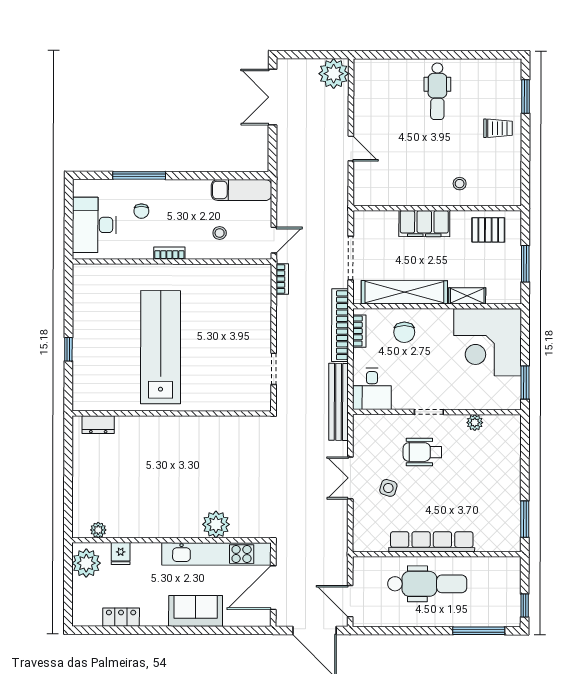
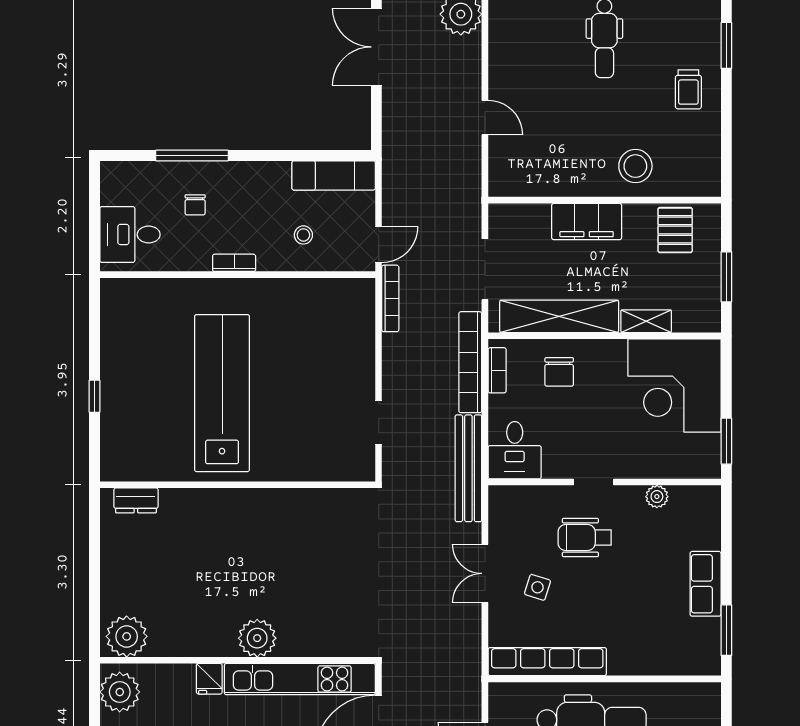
trolley: (498, 128) -> (688, 89), turned 90
stool: (460, 184) -> (635, 166), width x1.89, depth x1.89
desk: (94, 225) -> (130, 235), width x0.73
pallet: (488, 230) -> (675, 230), turned 90
bookcase: (282, 279) -> (390, 298), width x1.56
row of seats: (510, 486) -> (706, 584), added
plant: (216, 524) -> (257, 638), moved
plant: (98, 530) -> (127, 636), width x1.88, depth x1.88
row of seats: (432, 542) -> (547, 662), moved
fridge: (121, 554) -> (209, 679), moved

